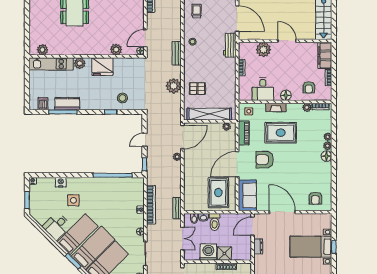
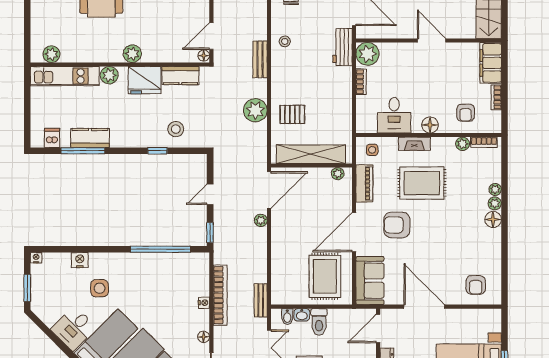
plant: (116, 49) -> (132, 54), moved
plant: (263, 50) -> (367, 54), moved
kitchen counter: (125, 64) -> (180, 76), added

